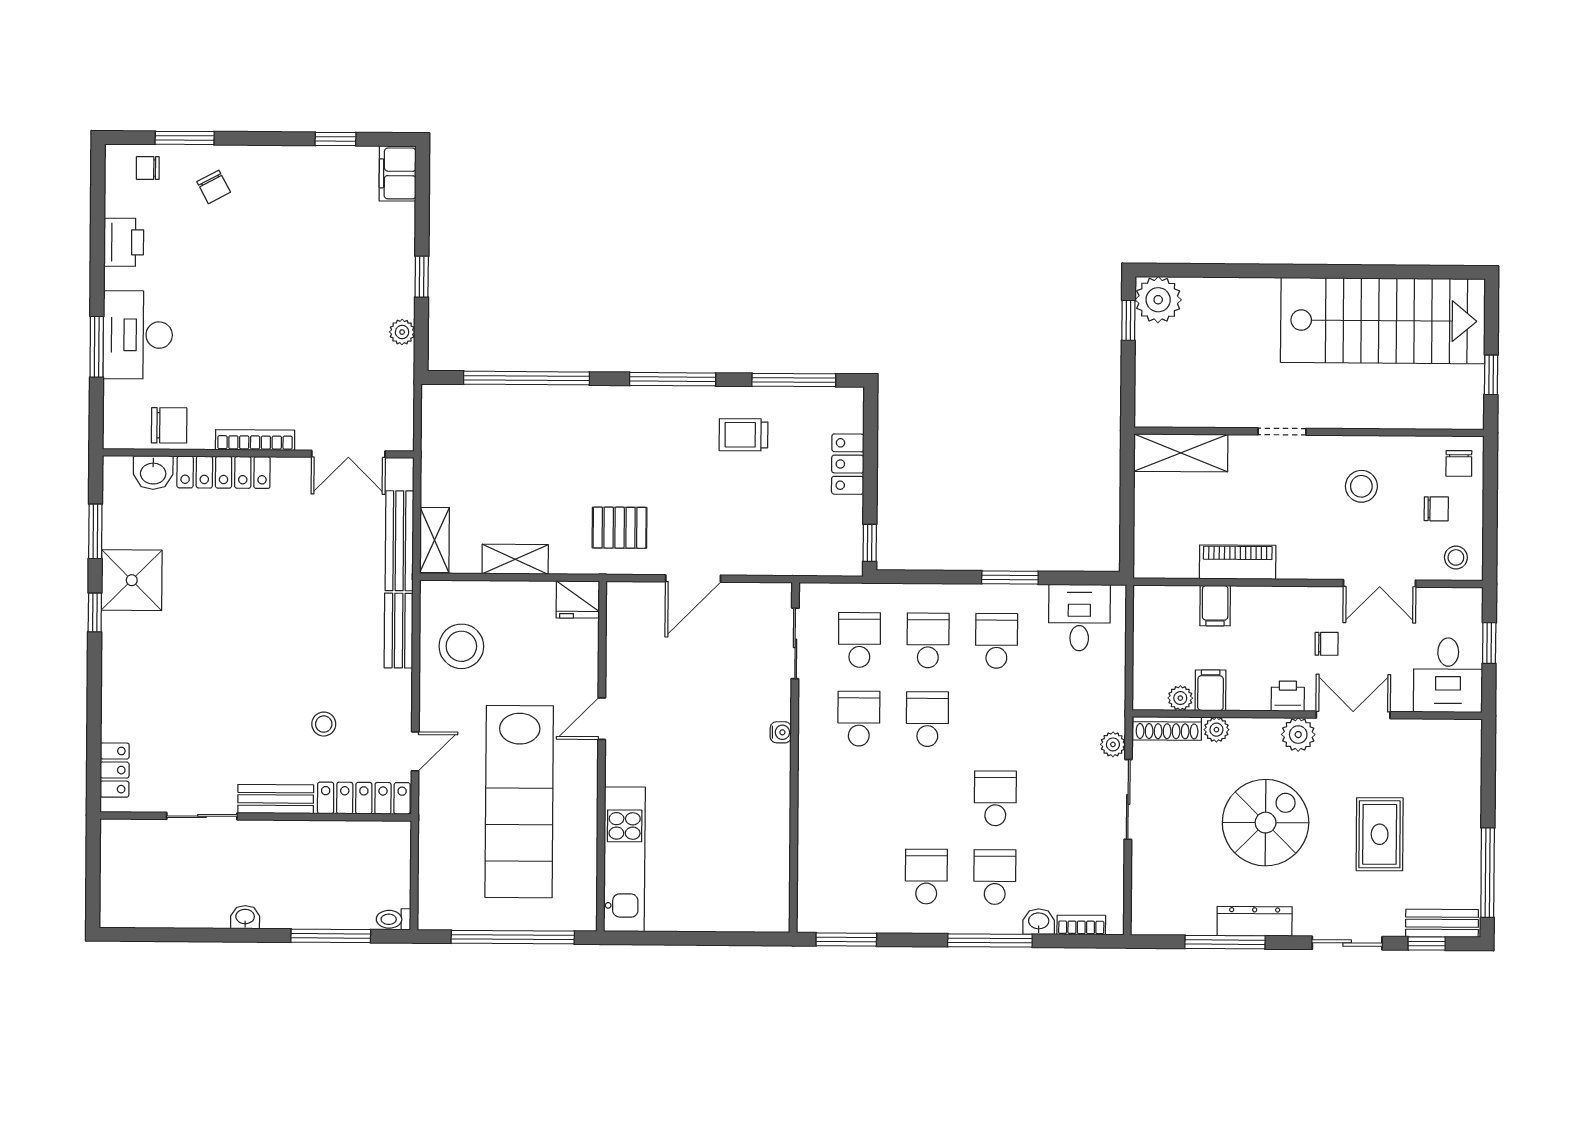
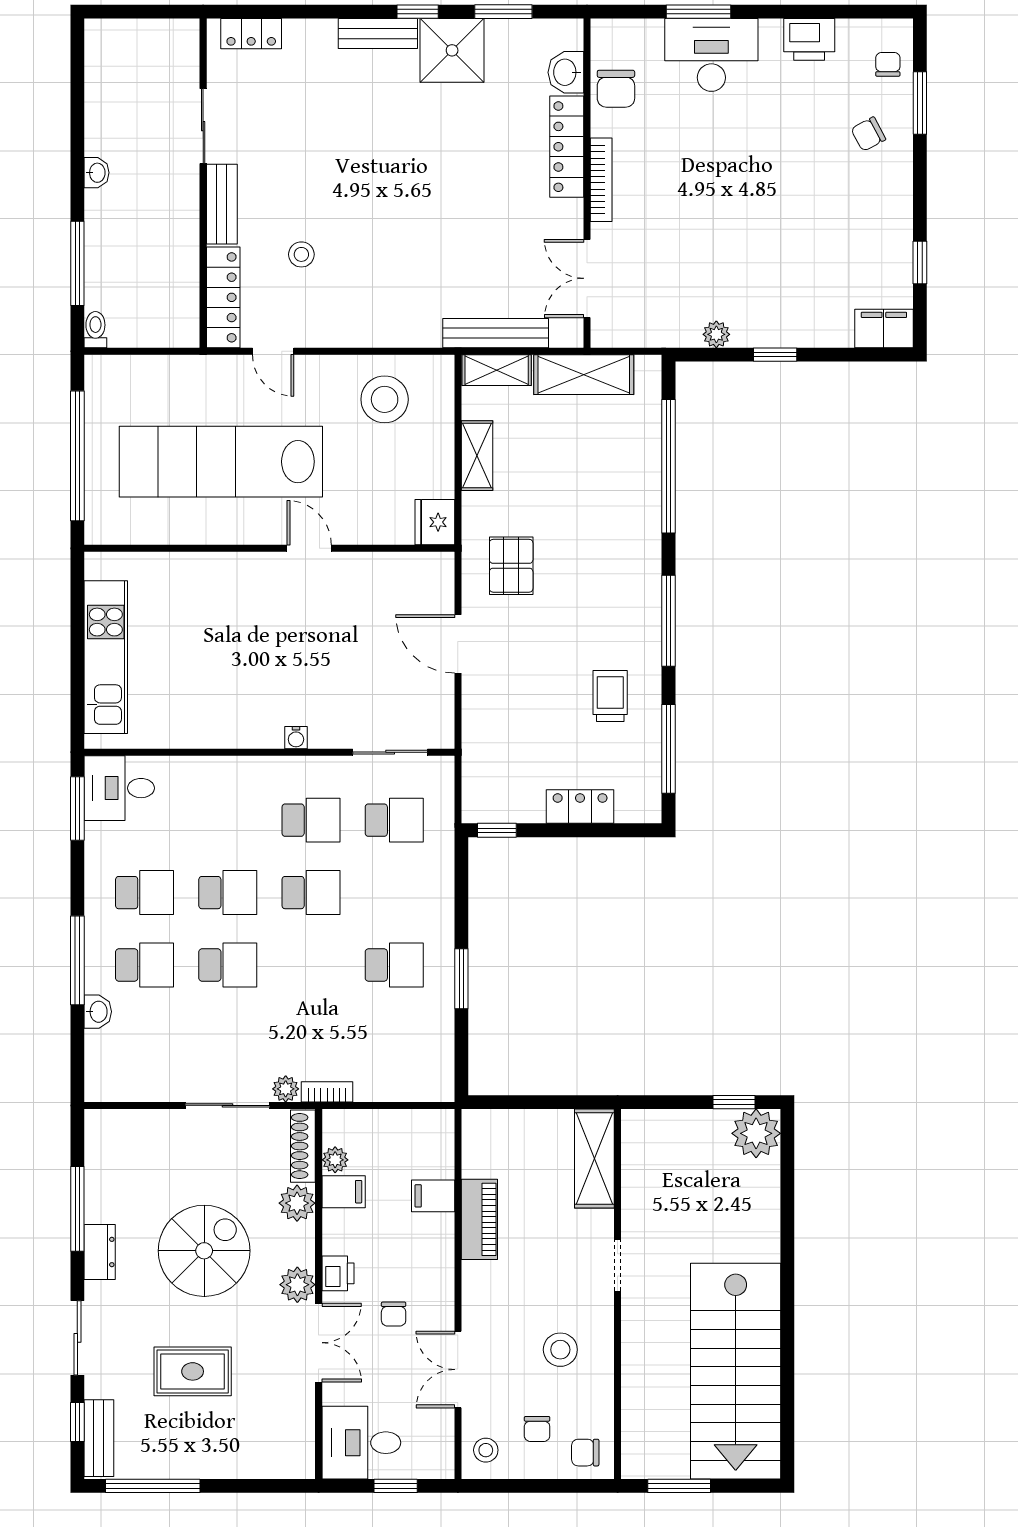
window: (1491, 375) -> (679, 1486), width x1.50
shelving: (439, 458) -> (584, 375), added
desk: (1079, 618) -> (119, 788), moved, turned 180
bench: (399, 631) -> (378, 33), moved
school desk: (928, 640) -> (228, 893), moved
plant: (1216, 730) -> (297, 1203), width x1.38, depth x1.38
spiral stairs: (1266, 823) -> (204, 1251), turned -90
kitchen unit: (624, 859) -> (106, 657), moved, turned -90
dresser: (1255, 921) -> (100, 1252), width x0.70
bookcase: (1081, 925) -> (327, 1092), moved, turned -90

